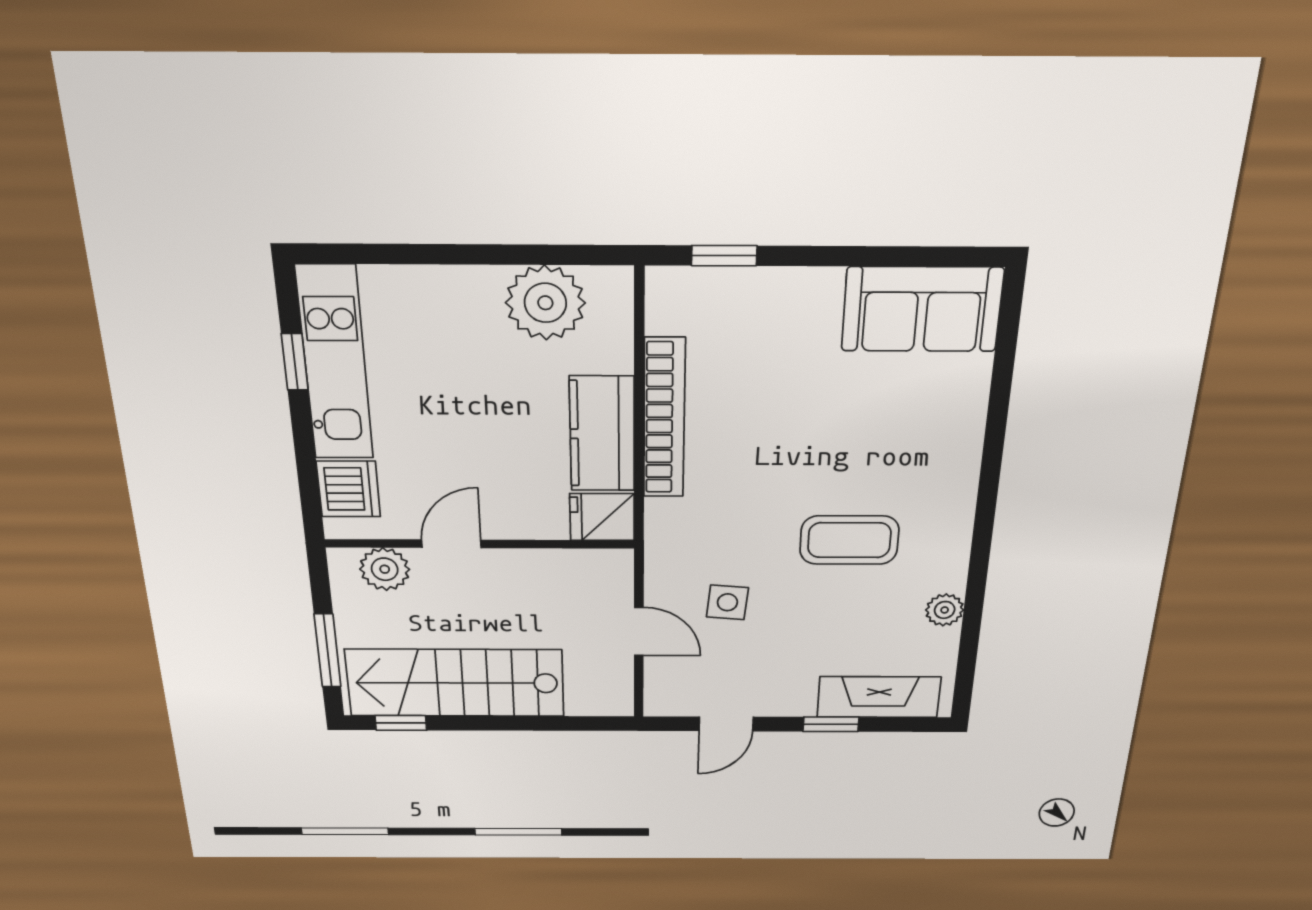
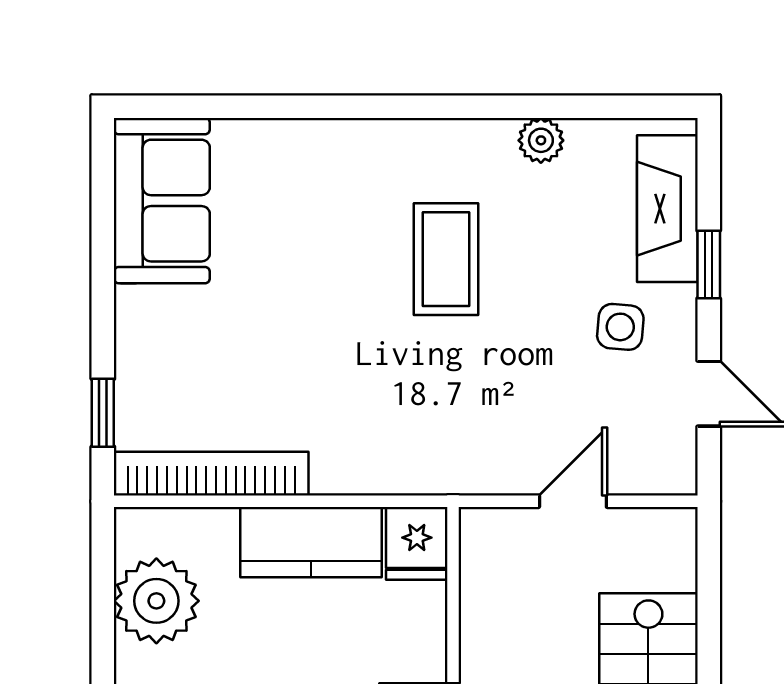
bookcase: (664, 419) -> (211, 474), moved
side table: (727, 602) -> (620, 327), moved

